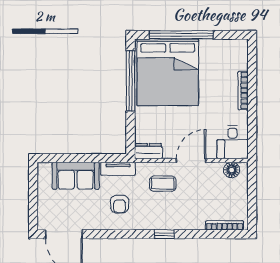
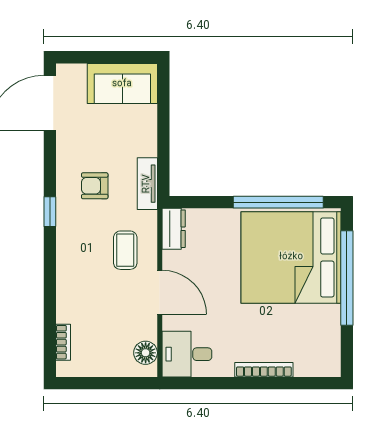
sofa: (76, 176) -> (122, 84), moved, turned -90
bookcase: (225, 225) -> (63, 342), width x0.64
window: (164, 234) -> (50, 212), moved

